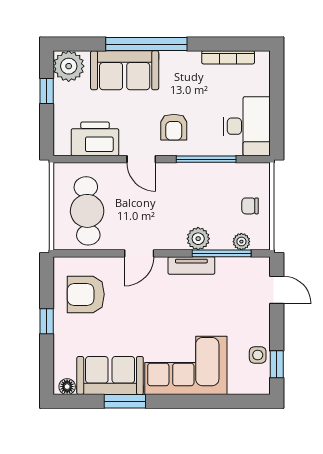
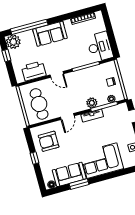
window: (146, 44) -> (29, 27), moved
sofa: (125, 70) -> (50, 34), moved
armchair: (174, 127) -> (67, 56), removed

